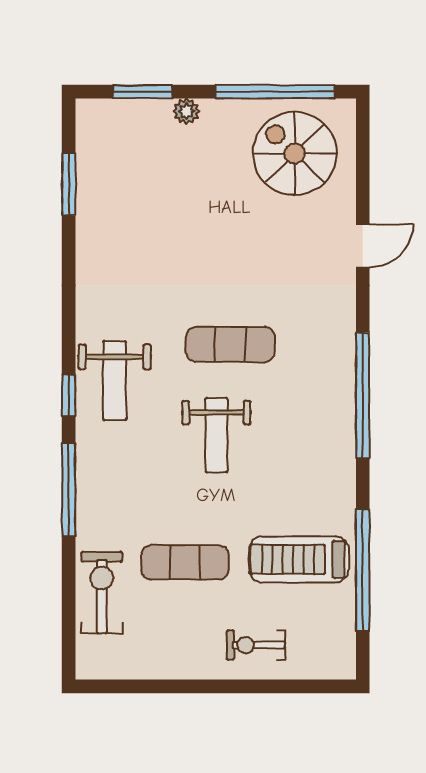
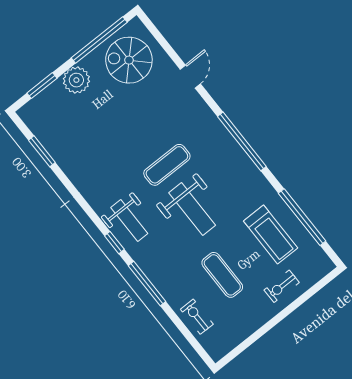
plant: (186, 111) -> (76, 80), width x1.88, depth x1.88
weight bench: (216, 435) -> (192, 209), width x1.36, depth x1.33
treadmill: (299, 559) -> (271, 234), turned -90
exercise mat: (185, 562) -> (222, 275), turned 90
exercise bike: (102, 593) -> (197, 317), width x0.73, depth x0.72

